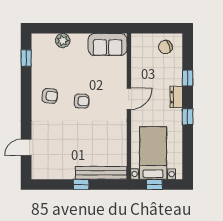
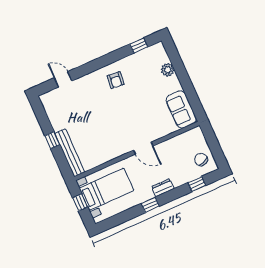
window: (188, 78) -> (197, 184), moved
armchair: (82, 101) -> (123, 109), removed

